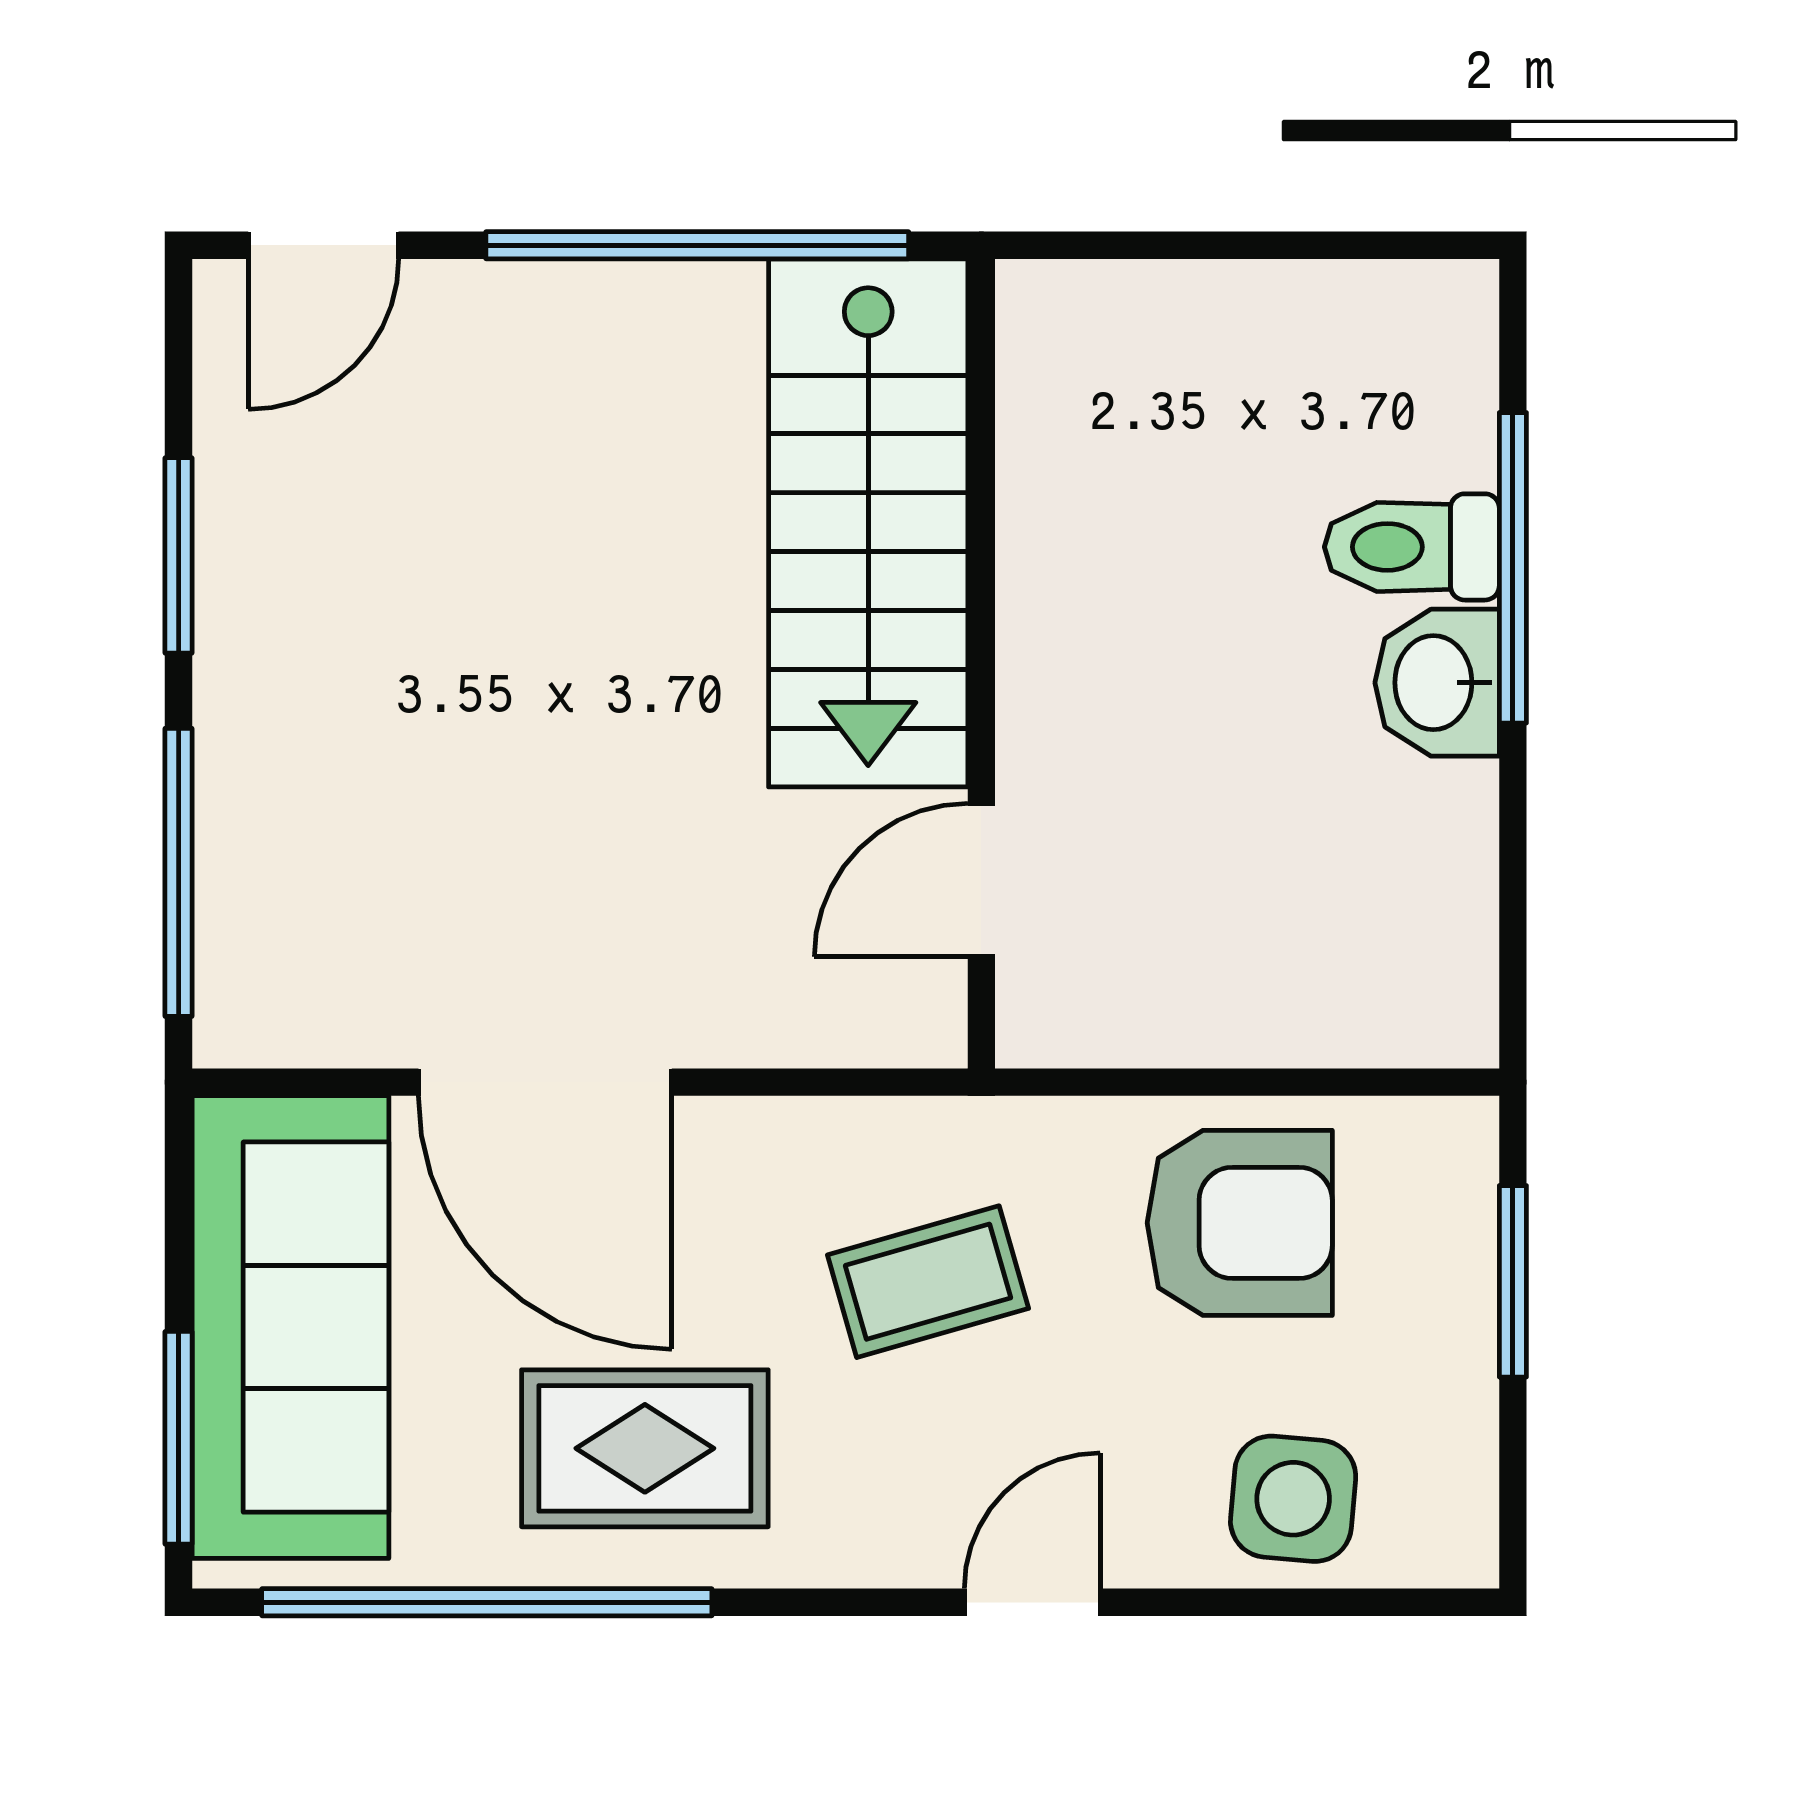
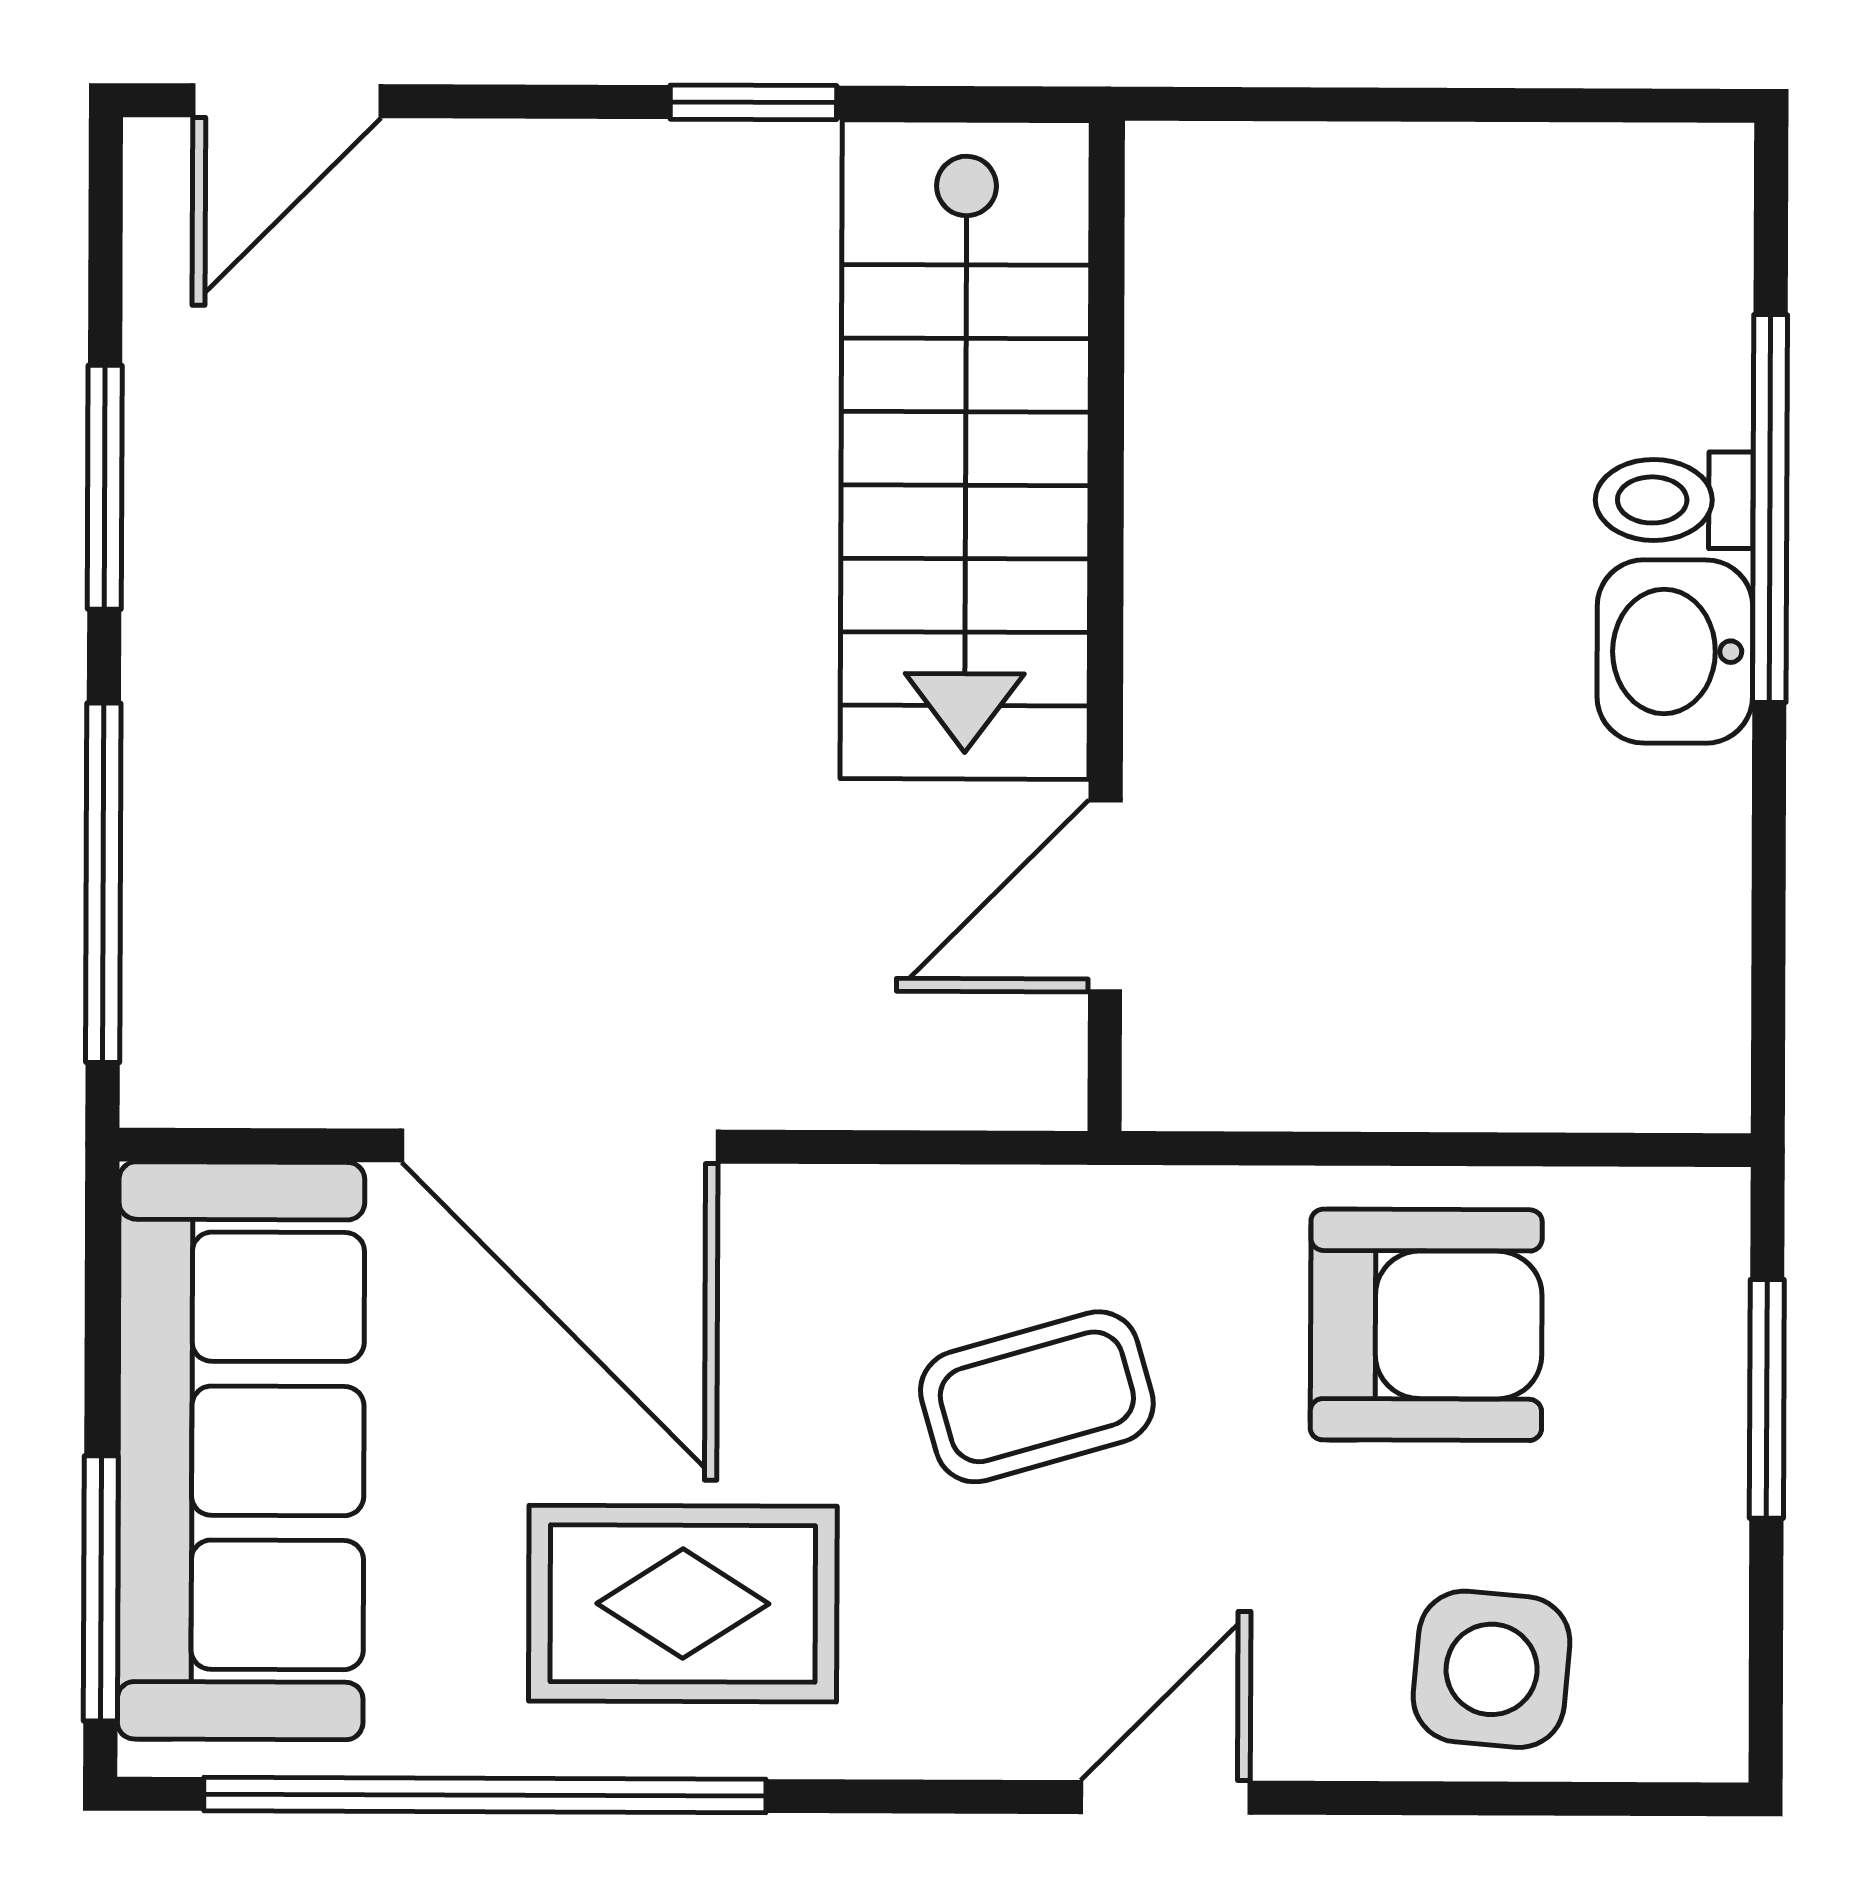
window: (697, 245) -> (753, 102), width x0.32
toilet: (1412, 547) -> (1674, 500), width x0.73, depth x0.72

